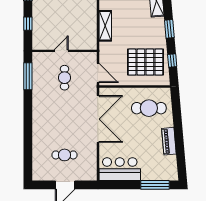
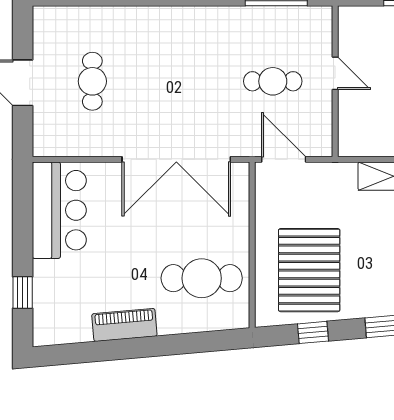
door: (98, 73) -> (284, 159), swing flipped
cafe table: (149, 108) -> (202, 278), turned 90
window: (155, 185) -> (23, 292), width x0.46

